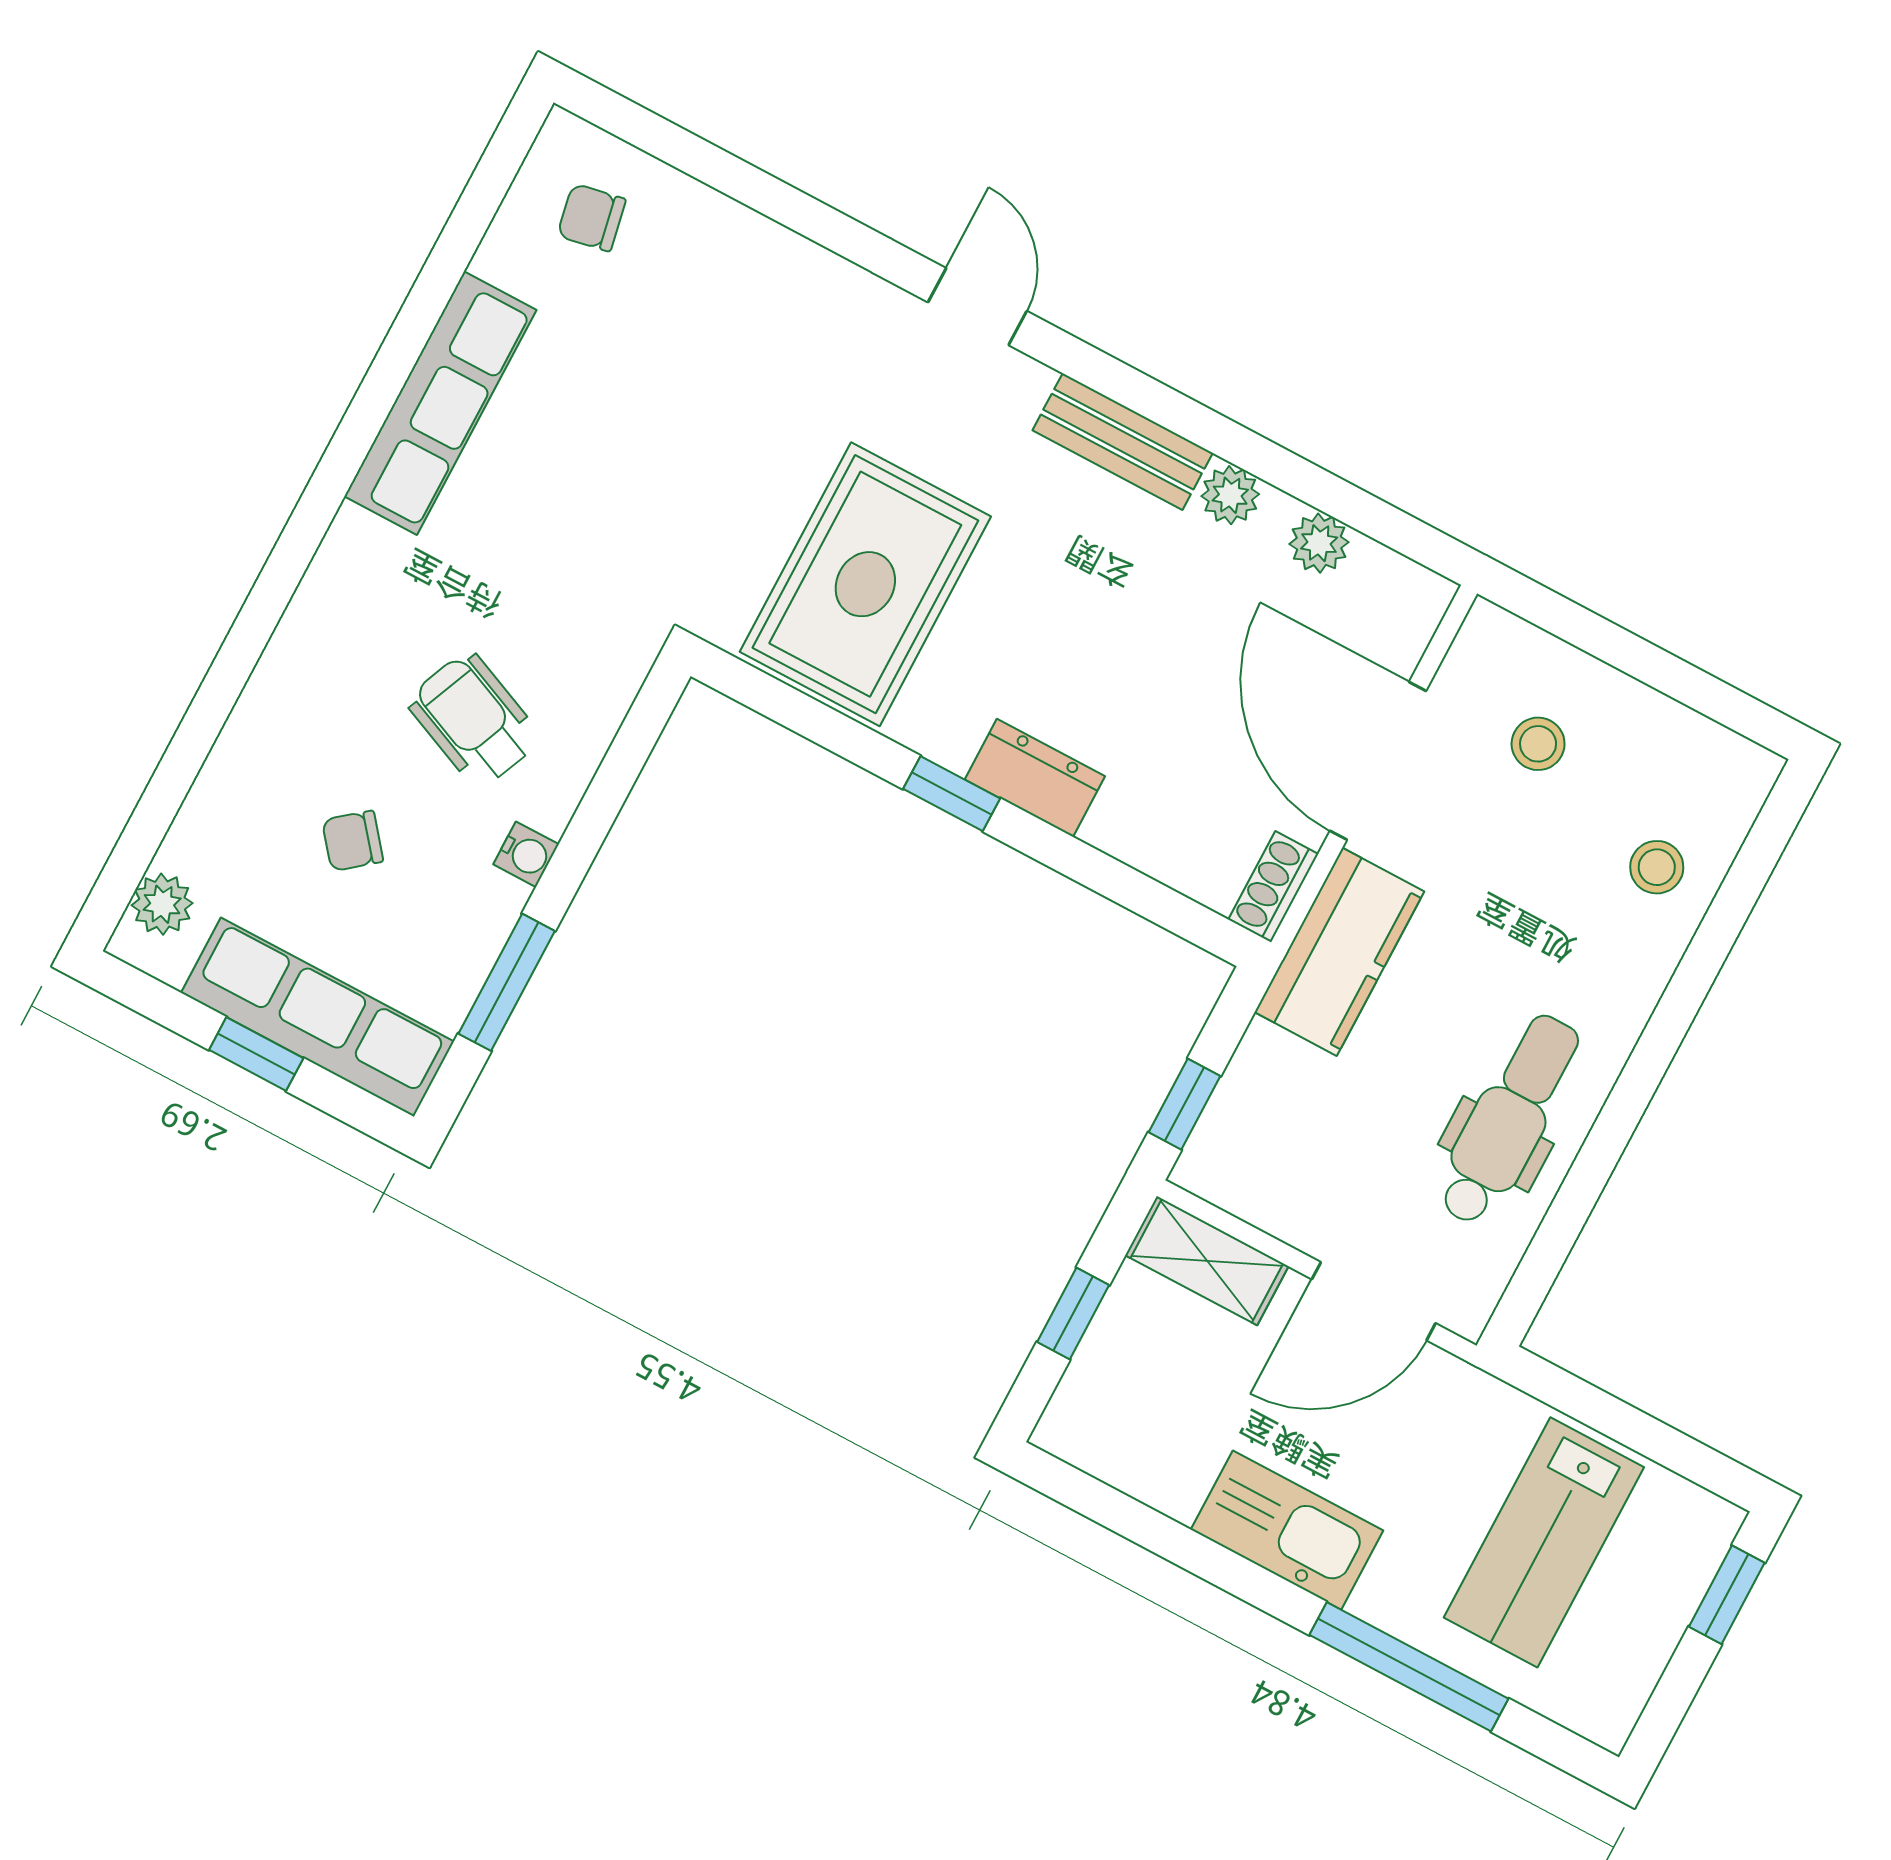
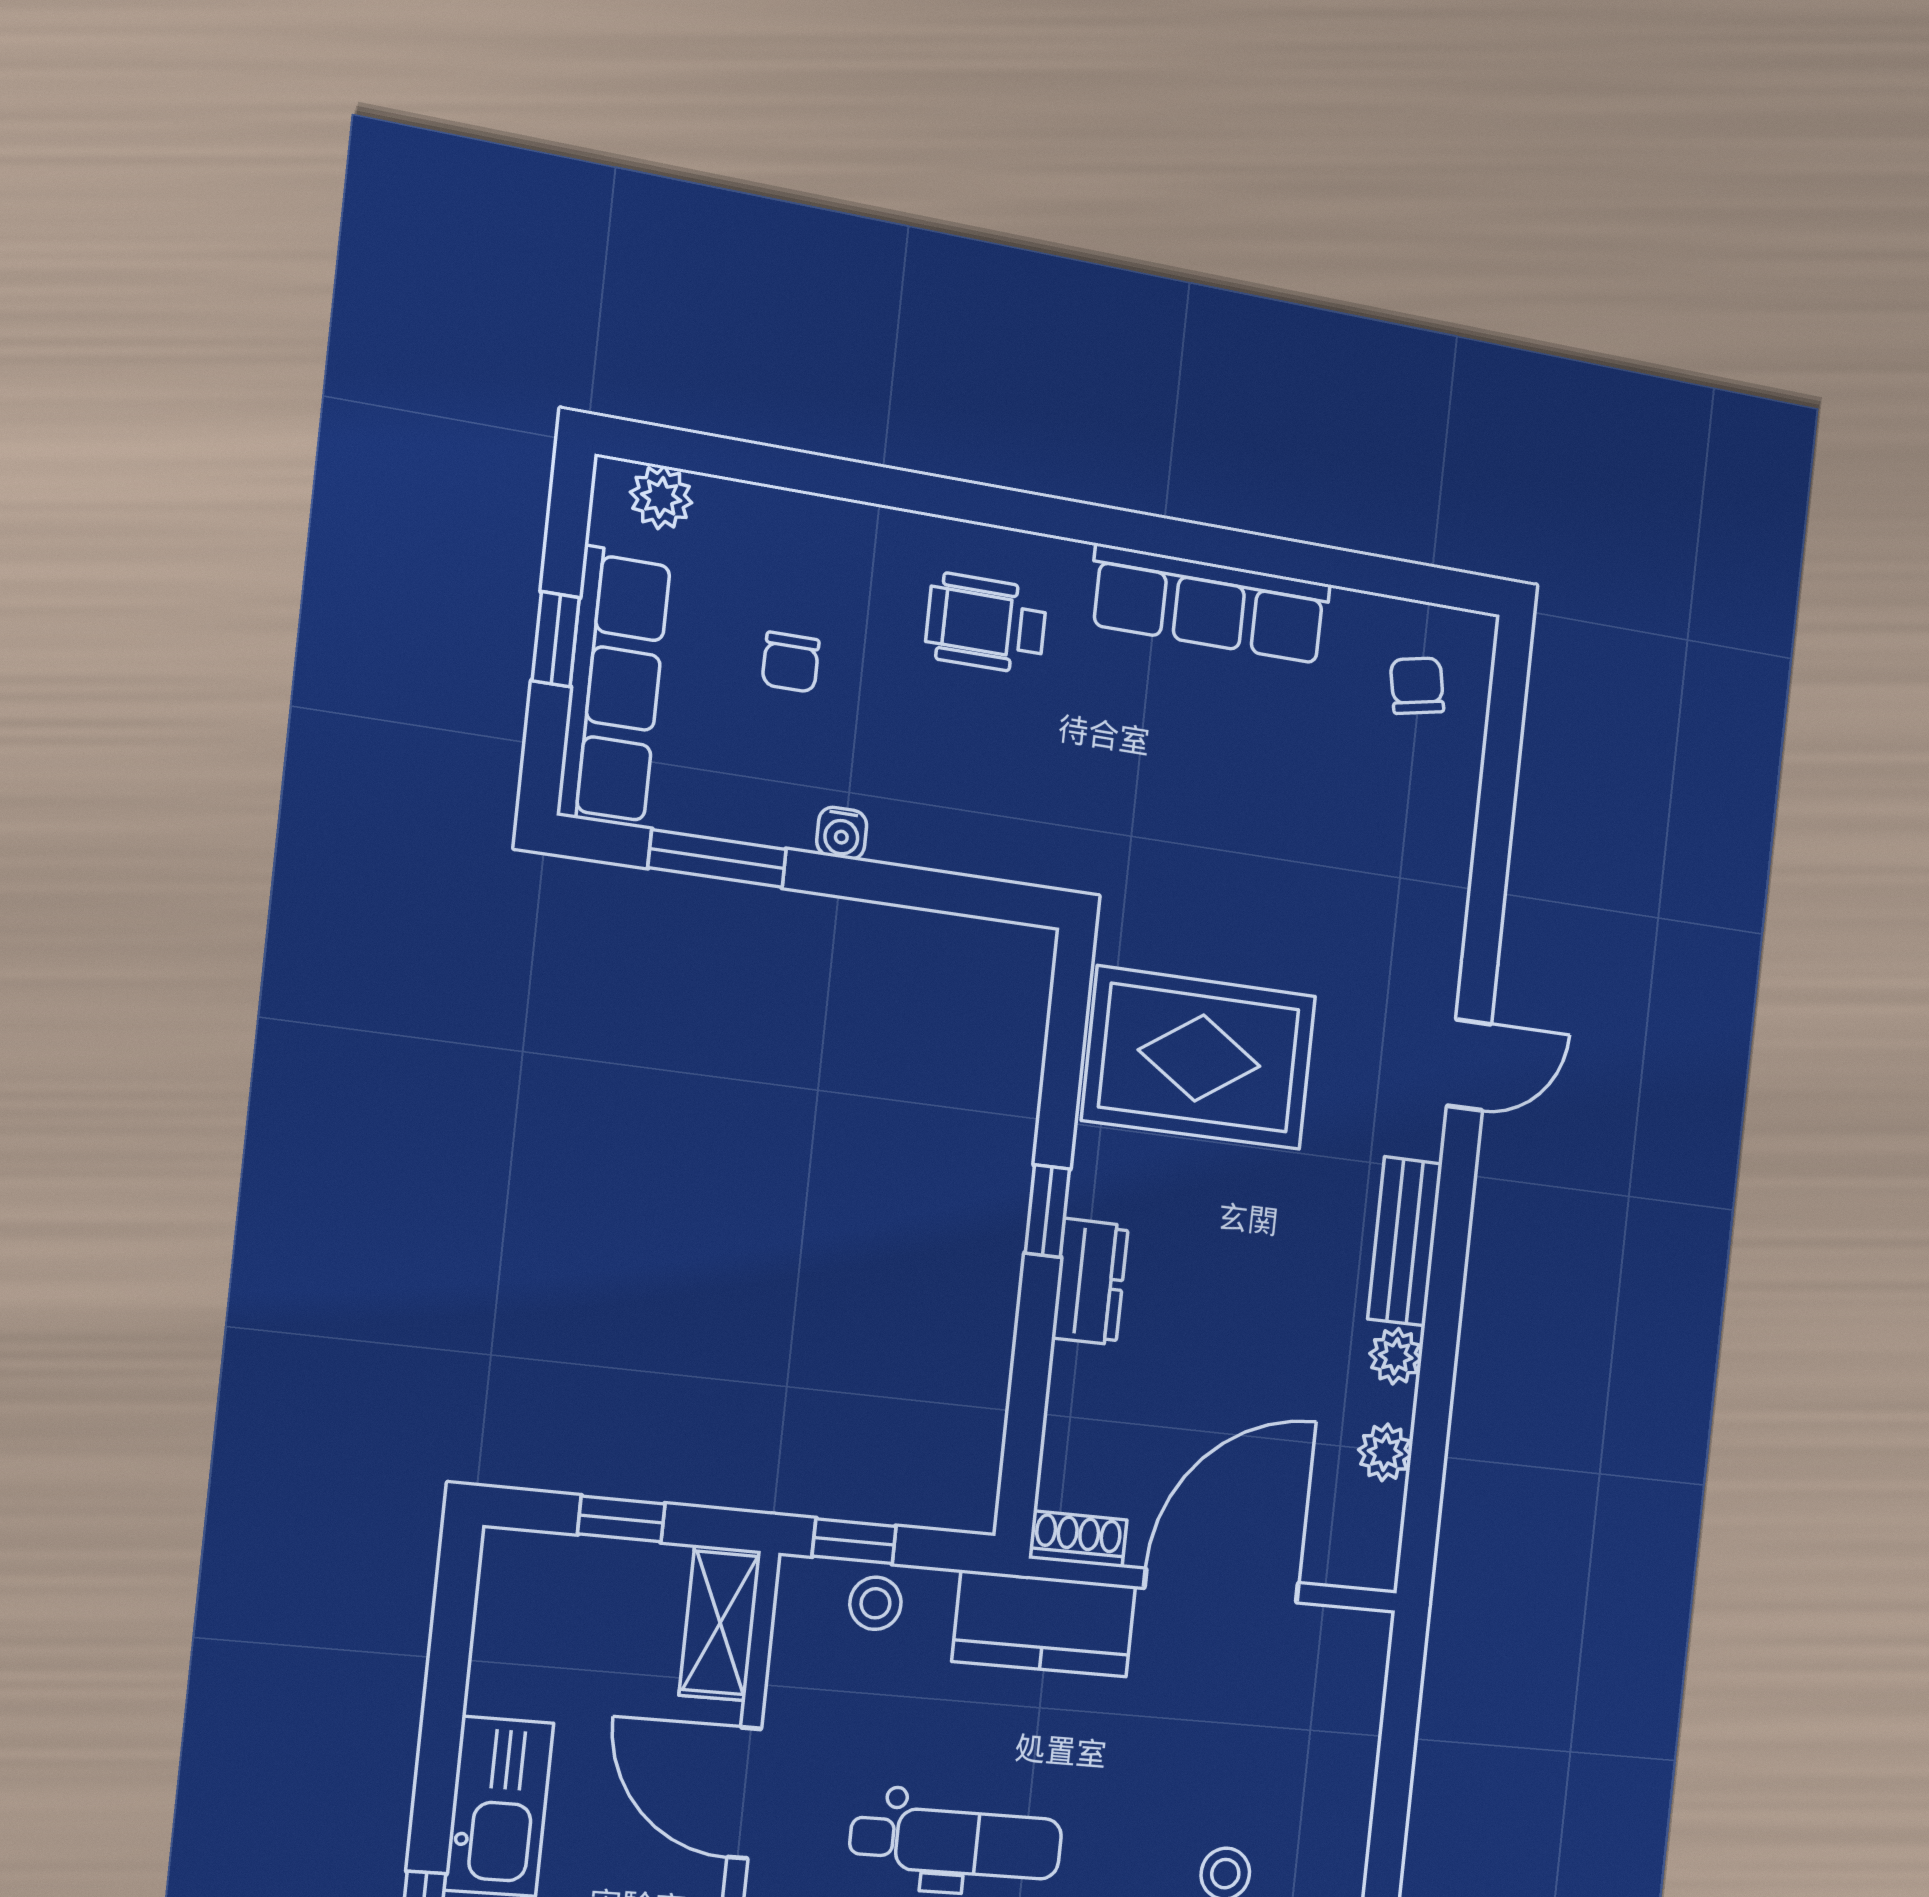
wheelchair: (474, 720) -> (986, 623), moved, turned -113
stool: (1538, 744) -> (875, 1603), moved
chair: (353, 841) -> (791, 662), turned -141

